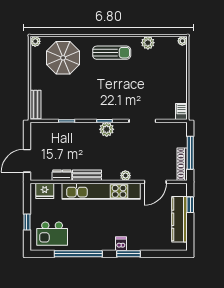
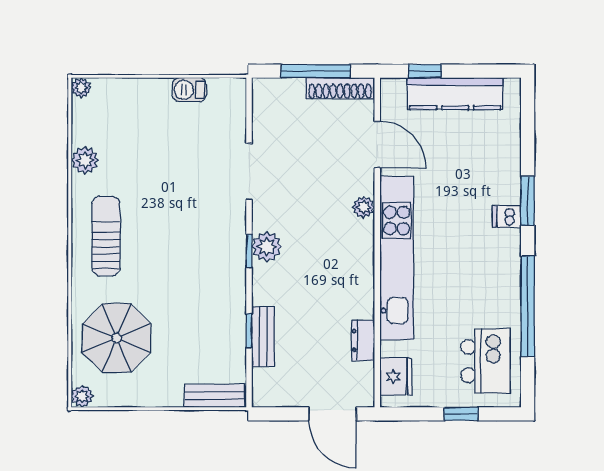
barbecue: (181, 112) -> (189, 90), moved
bench: (87, 175) -> (263, 337), moved

